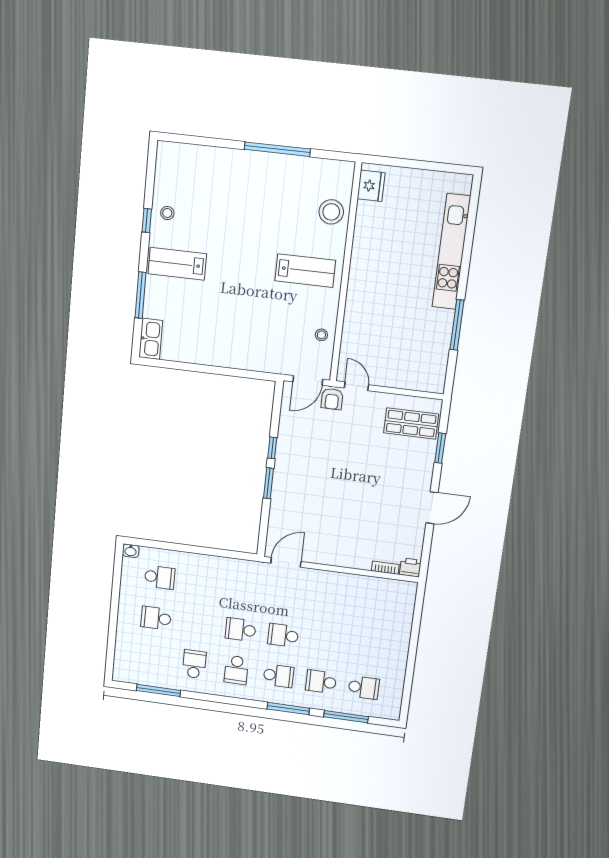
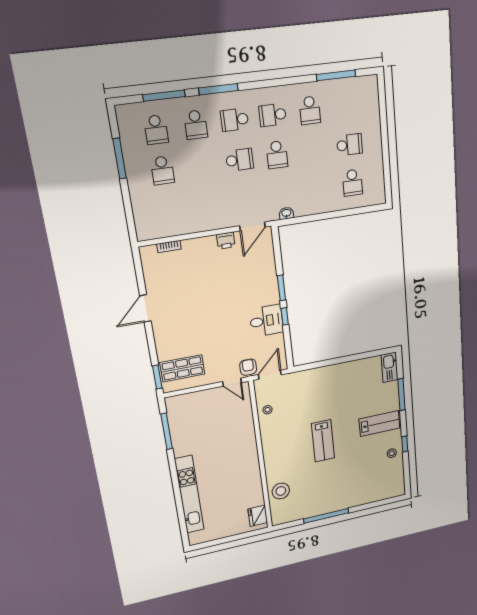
lab bench: (305, 271) -> (323, 441), moved, turned -90
window: (457, 325) -> (167, 431), moved
window: (440, 448) -> (157, 377), moved
desk: (296, 450) -> (266, 321), added
washbasin: (131, 551) -> (286, 213), moved
printer: (410, 567) -> (226, 241), moved
school desk: (160, 577) -> (352, 183), turned -90
school desk: (241, 630) -> (277, 155), turned 90
school desk: (369, 647) -> (162, 170), added
school desk: (236, 670) -> (273, 115), turned -90
window: (410, 670) -> (120, 158), added
school desk: (321, 682) -> (196, 125), turned 90
school desk: (364, 688) -> (156, 130), turned -90

